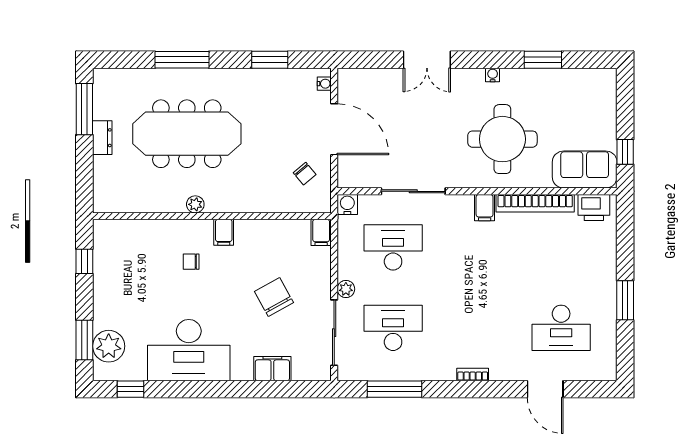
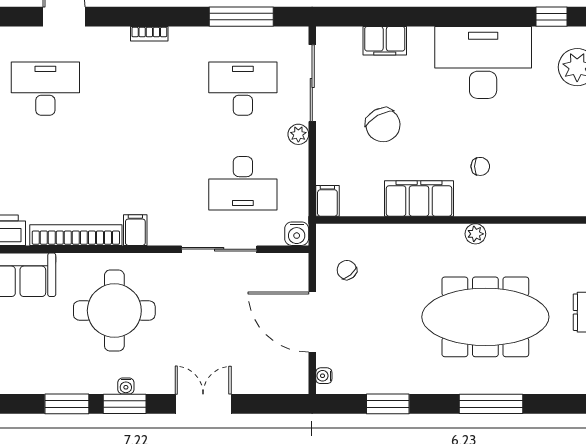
window: (494, 60) -> (125, 404), added
filing cabinet: (224, 232) -> (419, 198), width x3.00, depth x1.17
desk: (393, 328) -> (243, 89), turned 180

